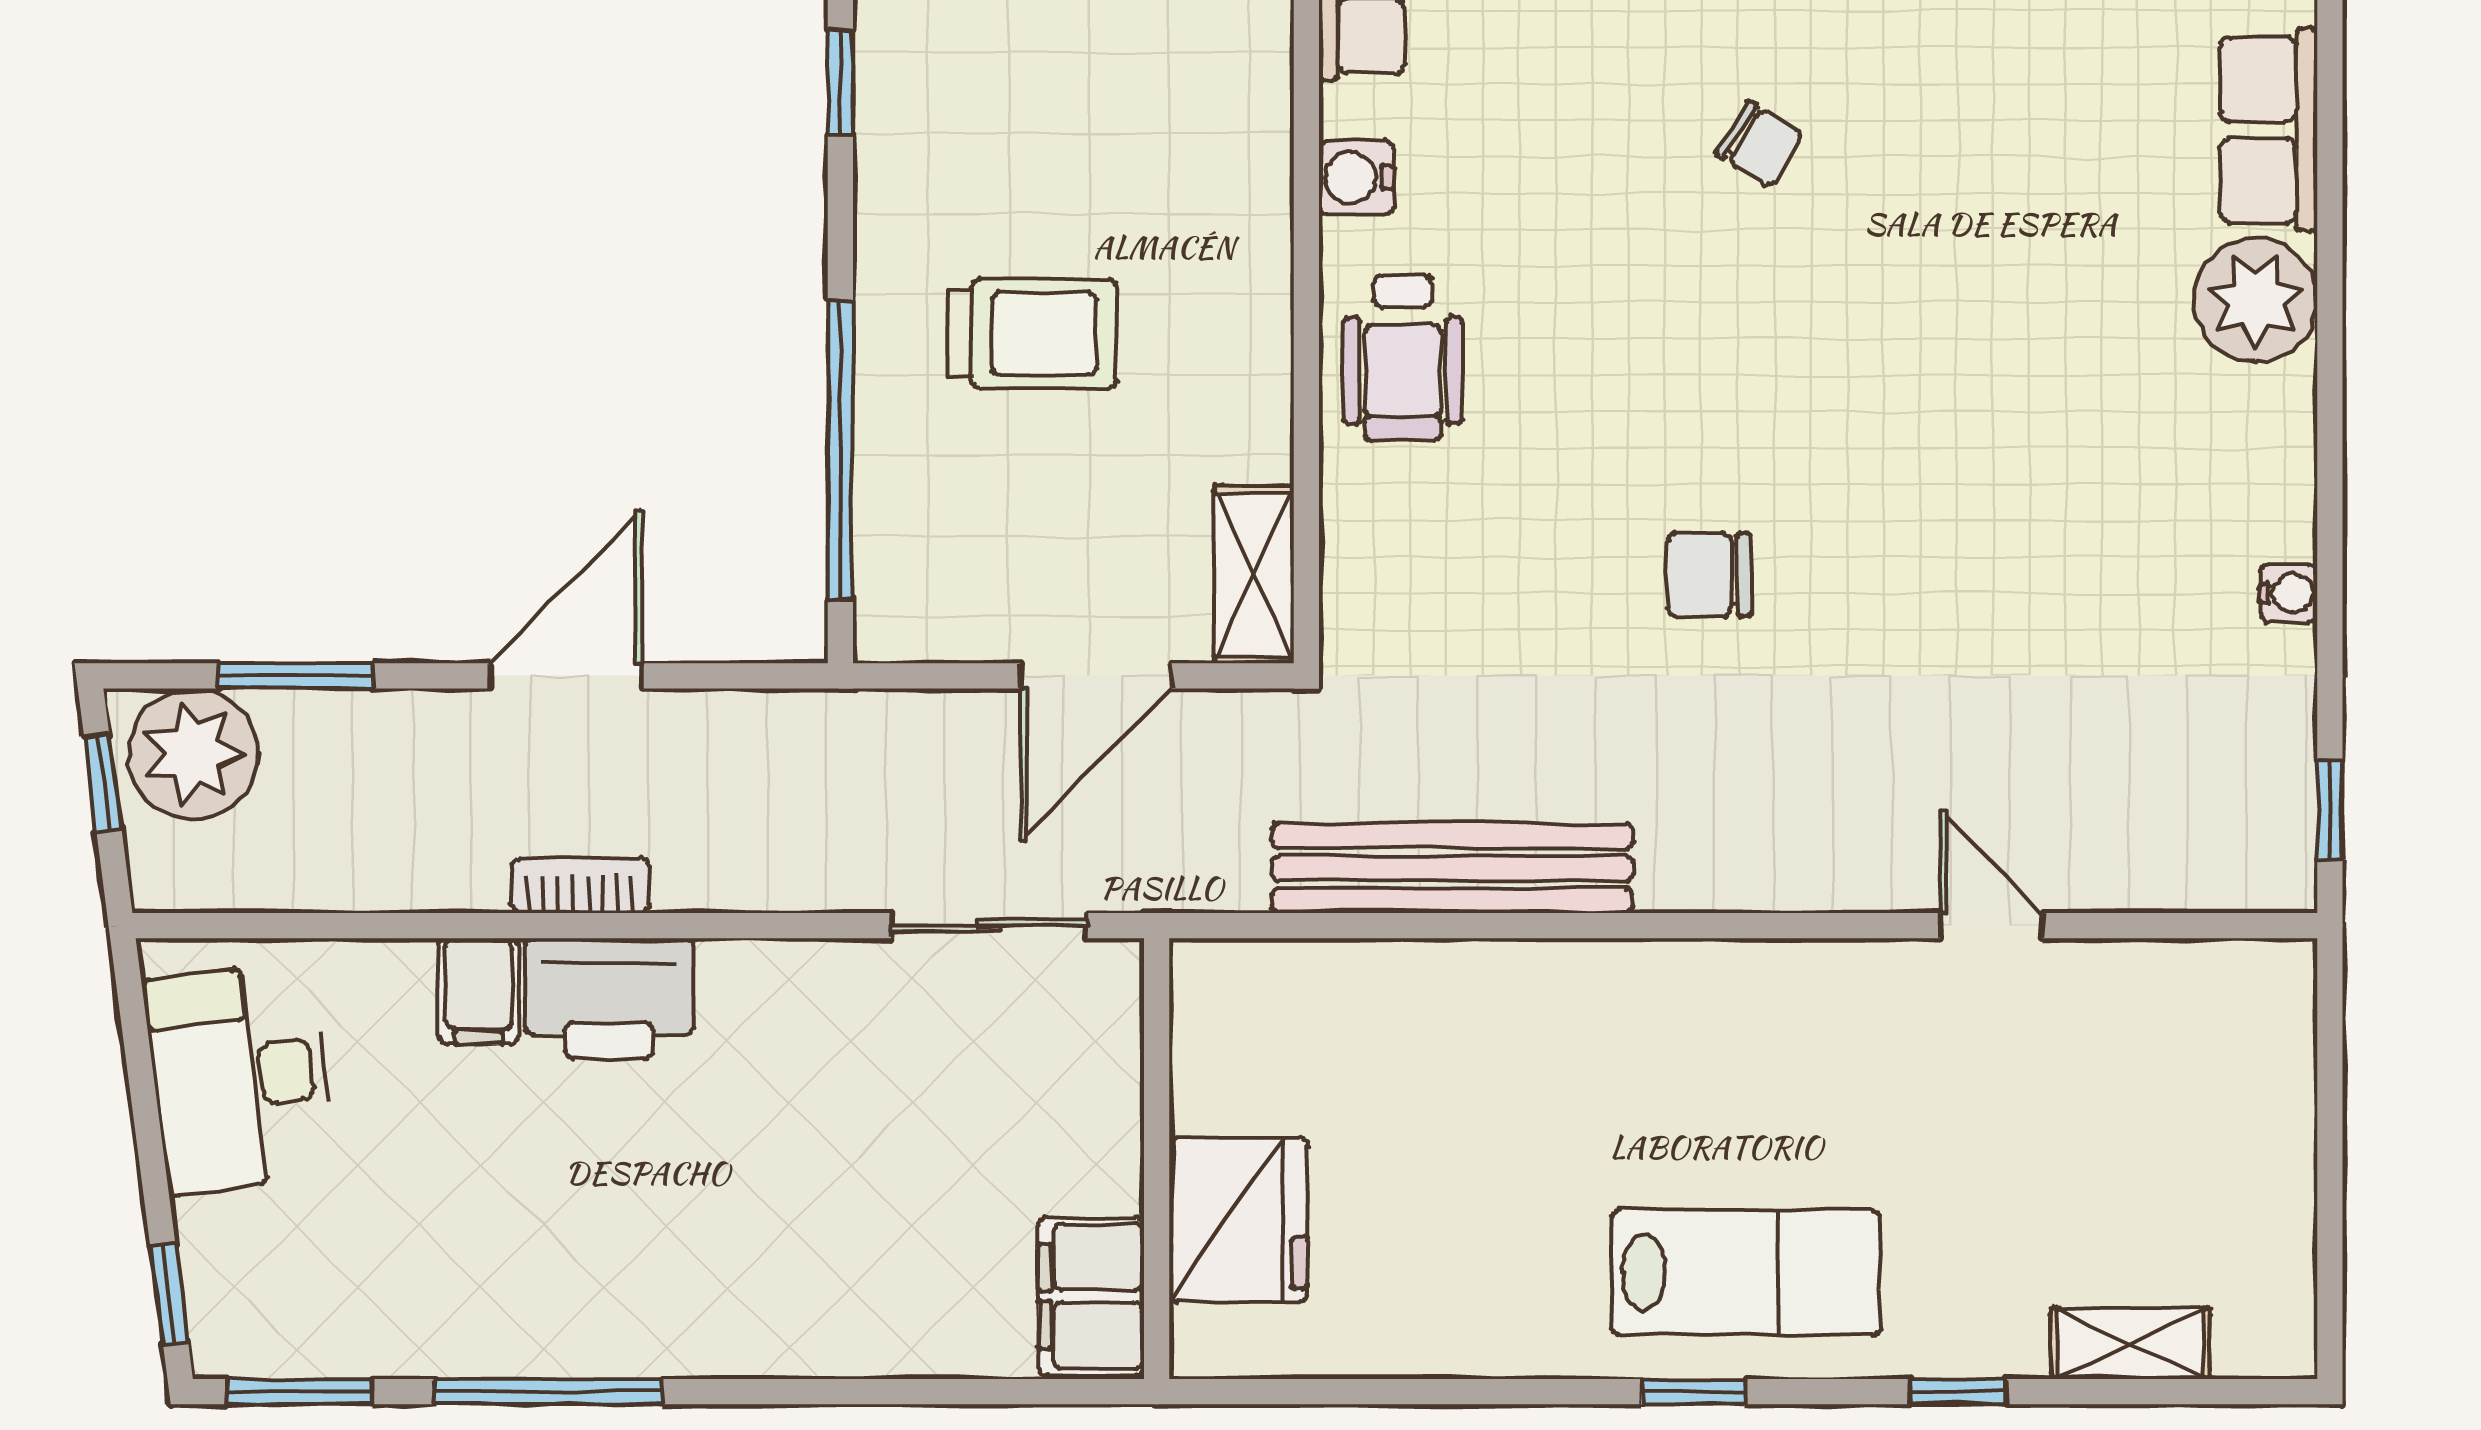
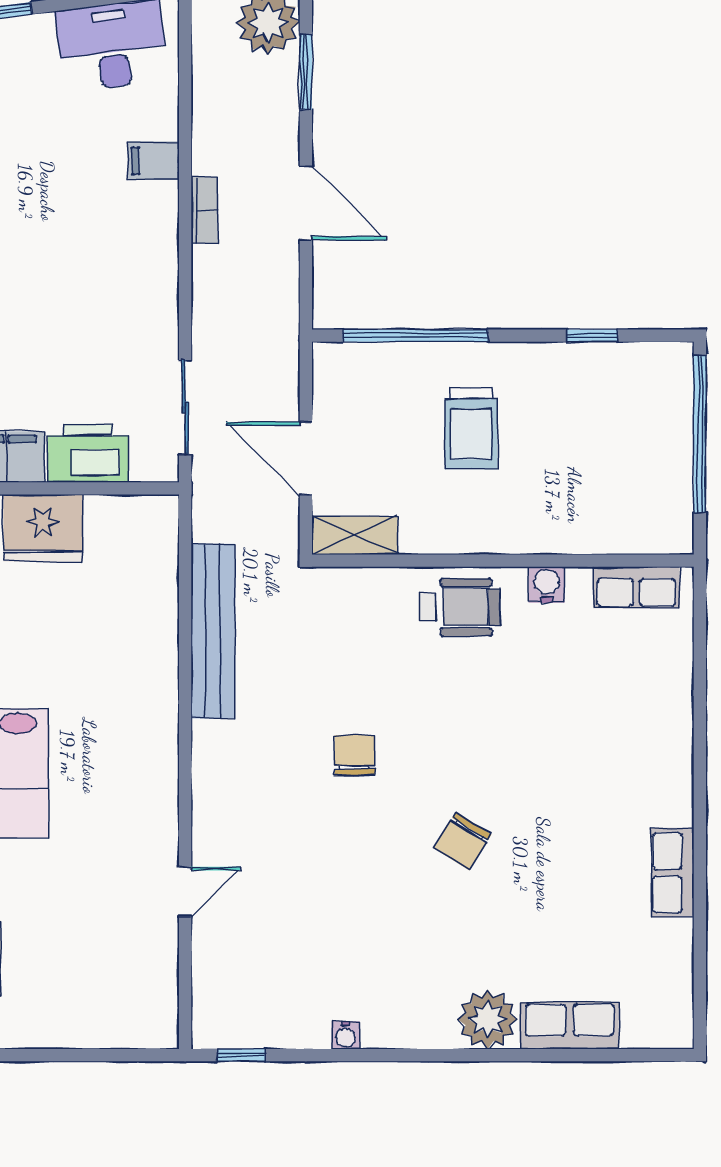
chair: (1759, 144) -> (462, 841), moved, width x1.37, depth x1.37
wheelchair: (1403, 357) -> (460, 607), turned 180
printer: (609, 998) -> (88, 453), moved, turned 90

